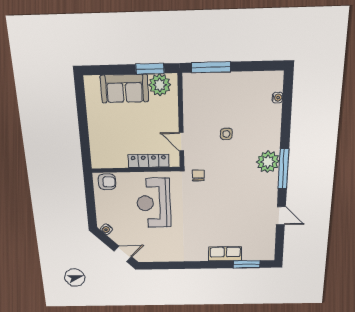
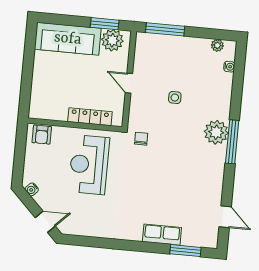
plant: (264, 77) -> (217, 45), added
sofa: (124, 88) -> (68, 39), width x1.36
door: (181, 142) -> (129, 83), moved
armchair: (107, 182) -> (42, 135), turned 90
door: (281, 216) -> (225, 217), moved

